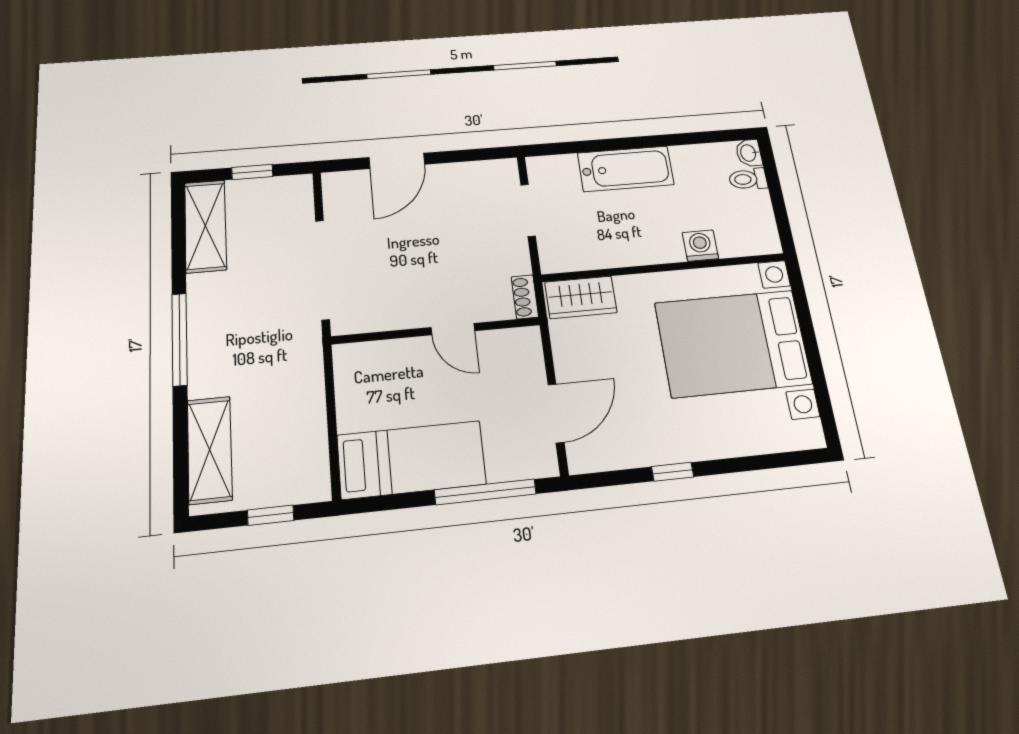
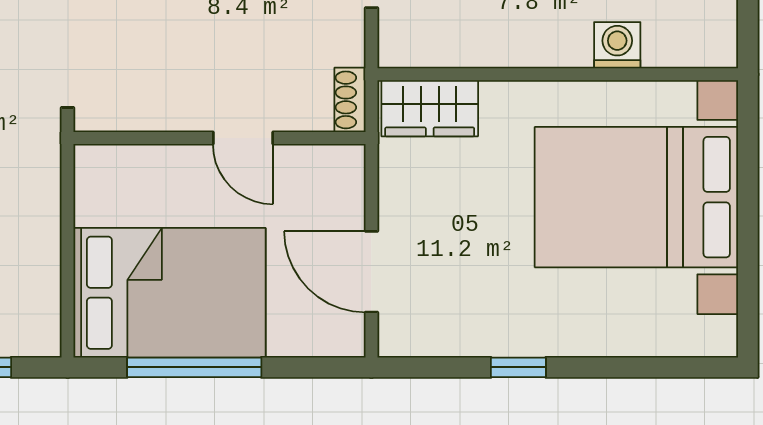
door: (556, 413) -> (371, 272), swing flipped
bed: (411, 460) -> (170, 293), width x1.50
window: (485, 492) -> (194, 367), moved

